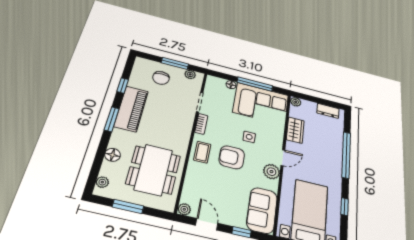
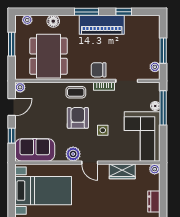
chair: (161, 78) -> (99, 70), moved
window: (255, 84) -> (163, 108), moved
dining table: (153, 170) -> (49, 56), turned 90

